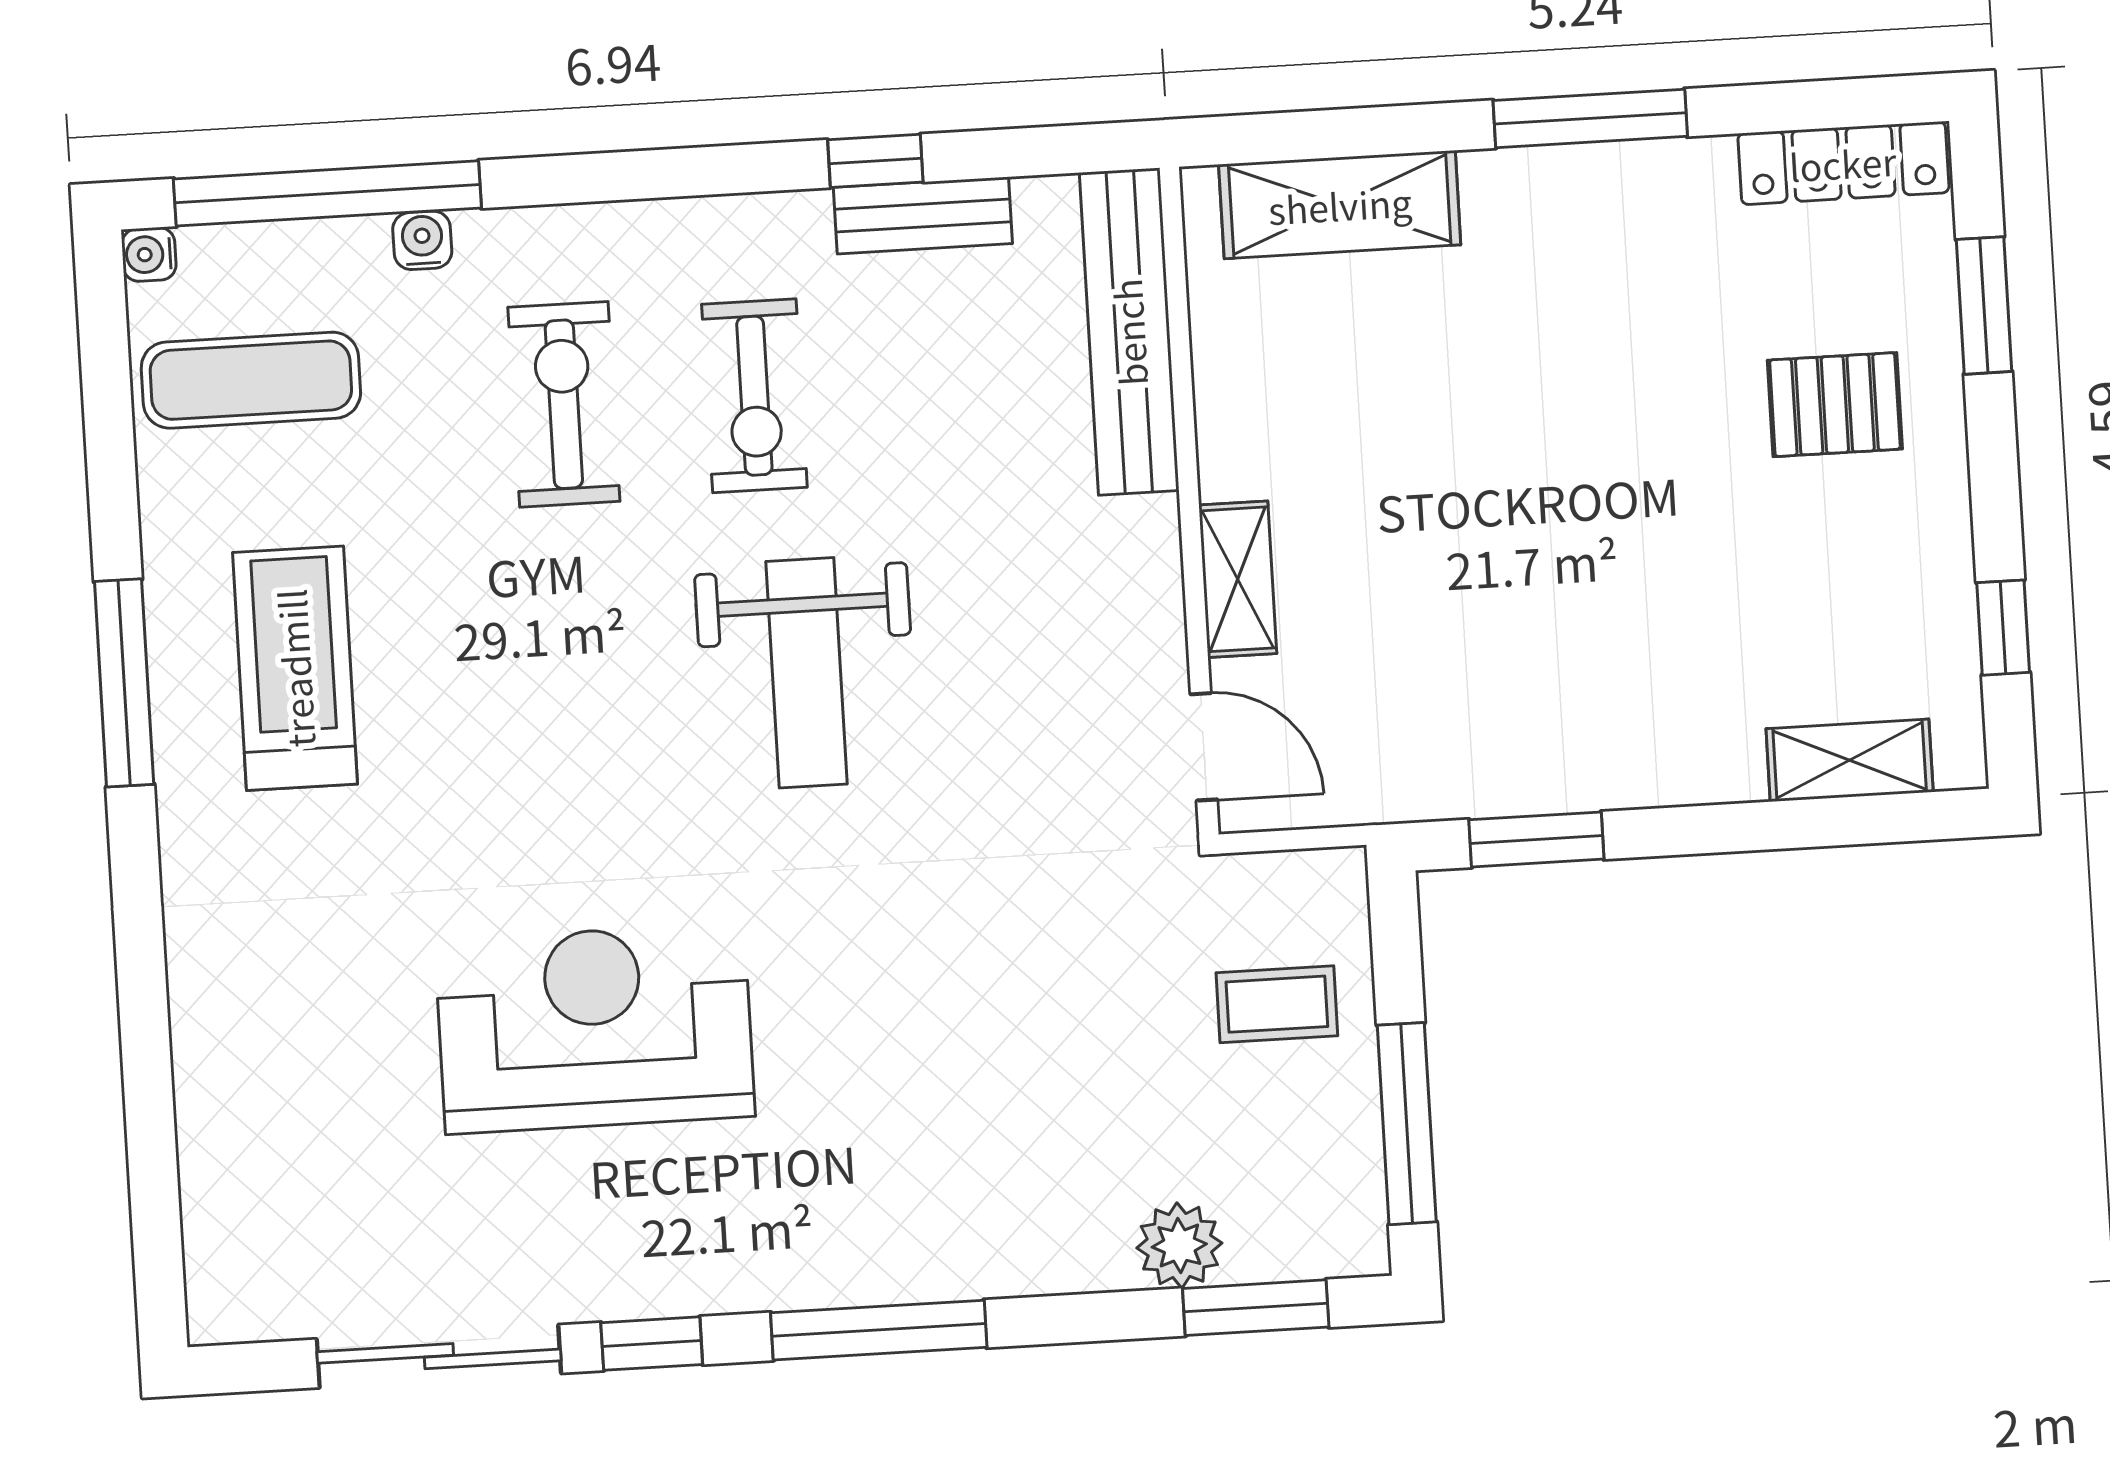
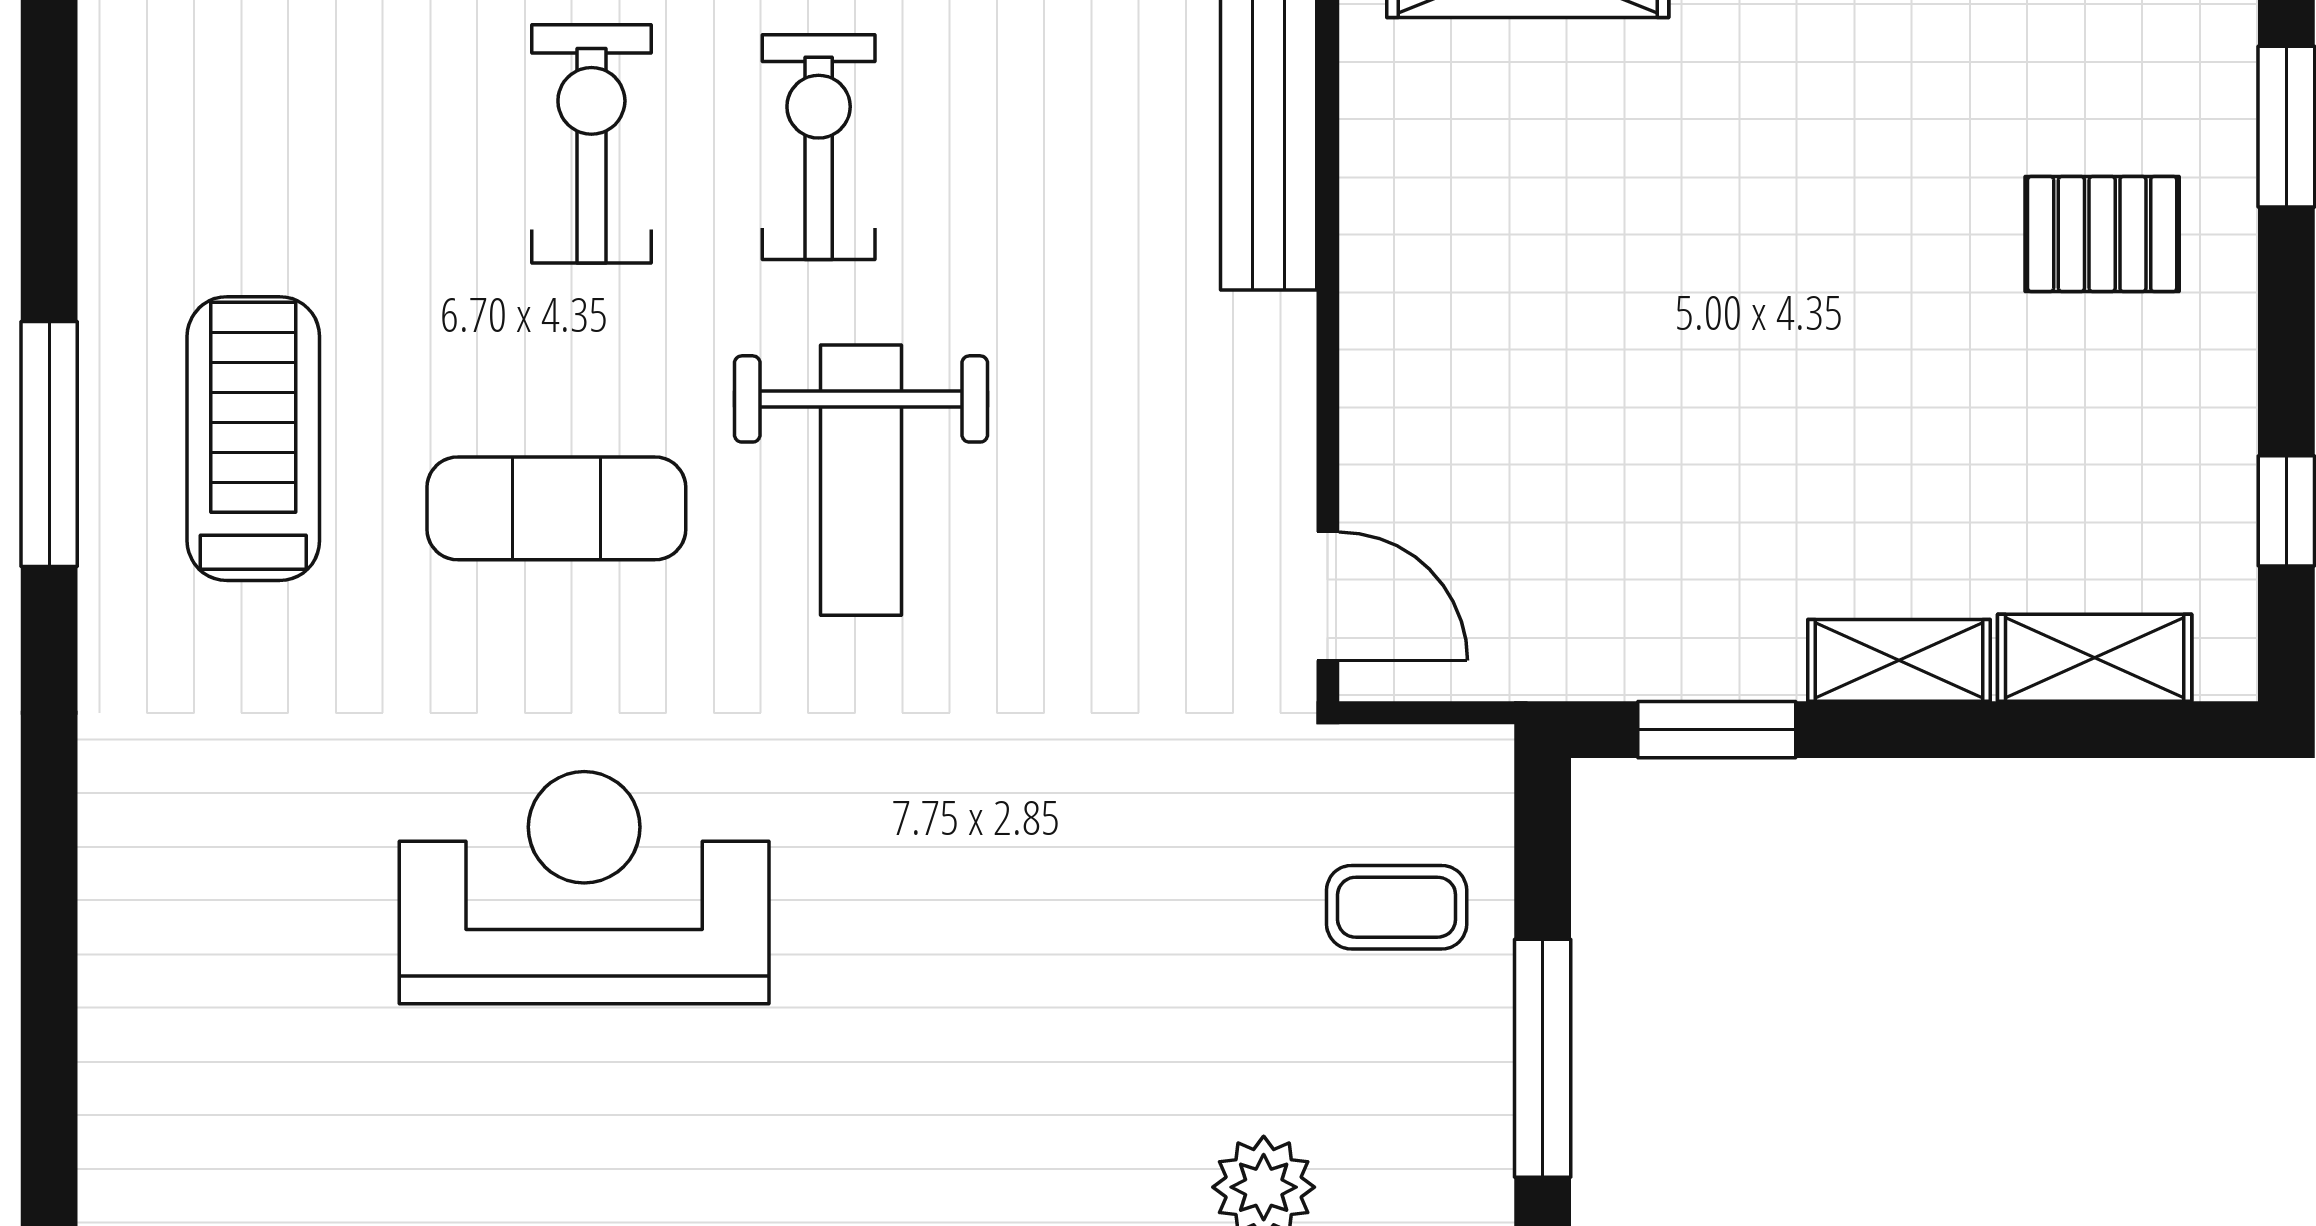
exercise mat: (251, 380) -> (556, 508), moved
exercise bike: (754, 396) -> (819, 147), turned 180
shelving: (1238, 579) -> (1899, 660), moved, turned 90

